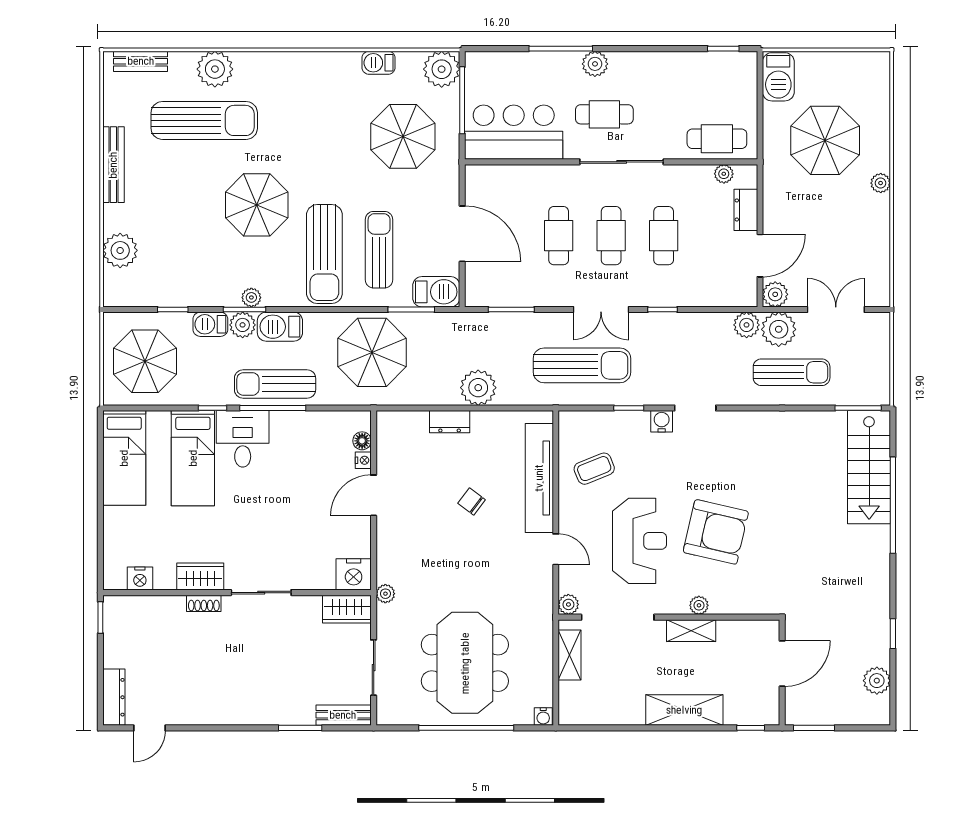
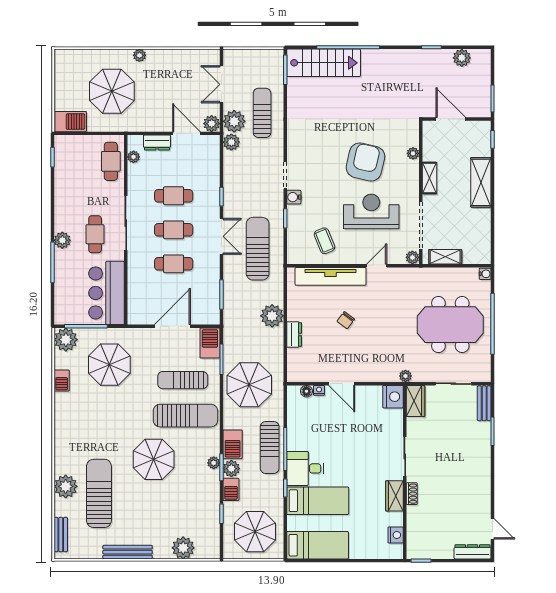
plant: (699, 605) -> (413, 153), moved

